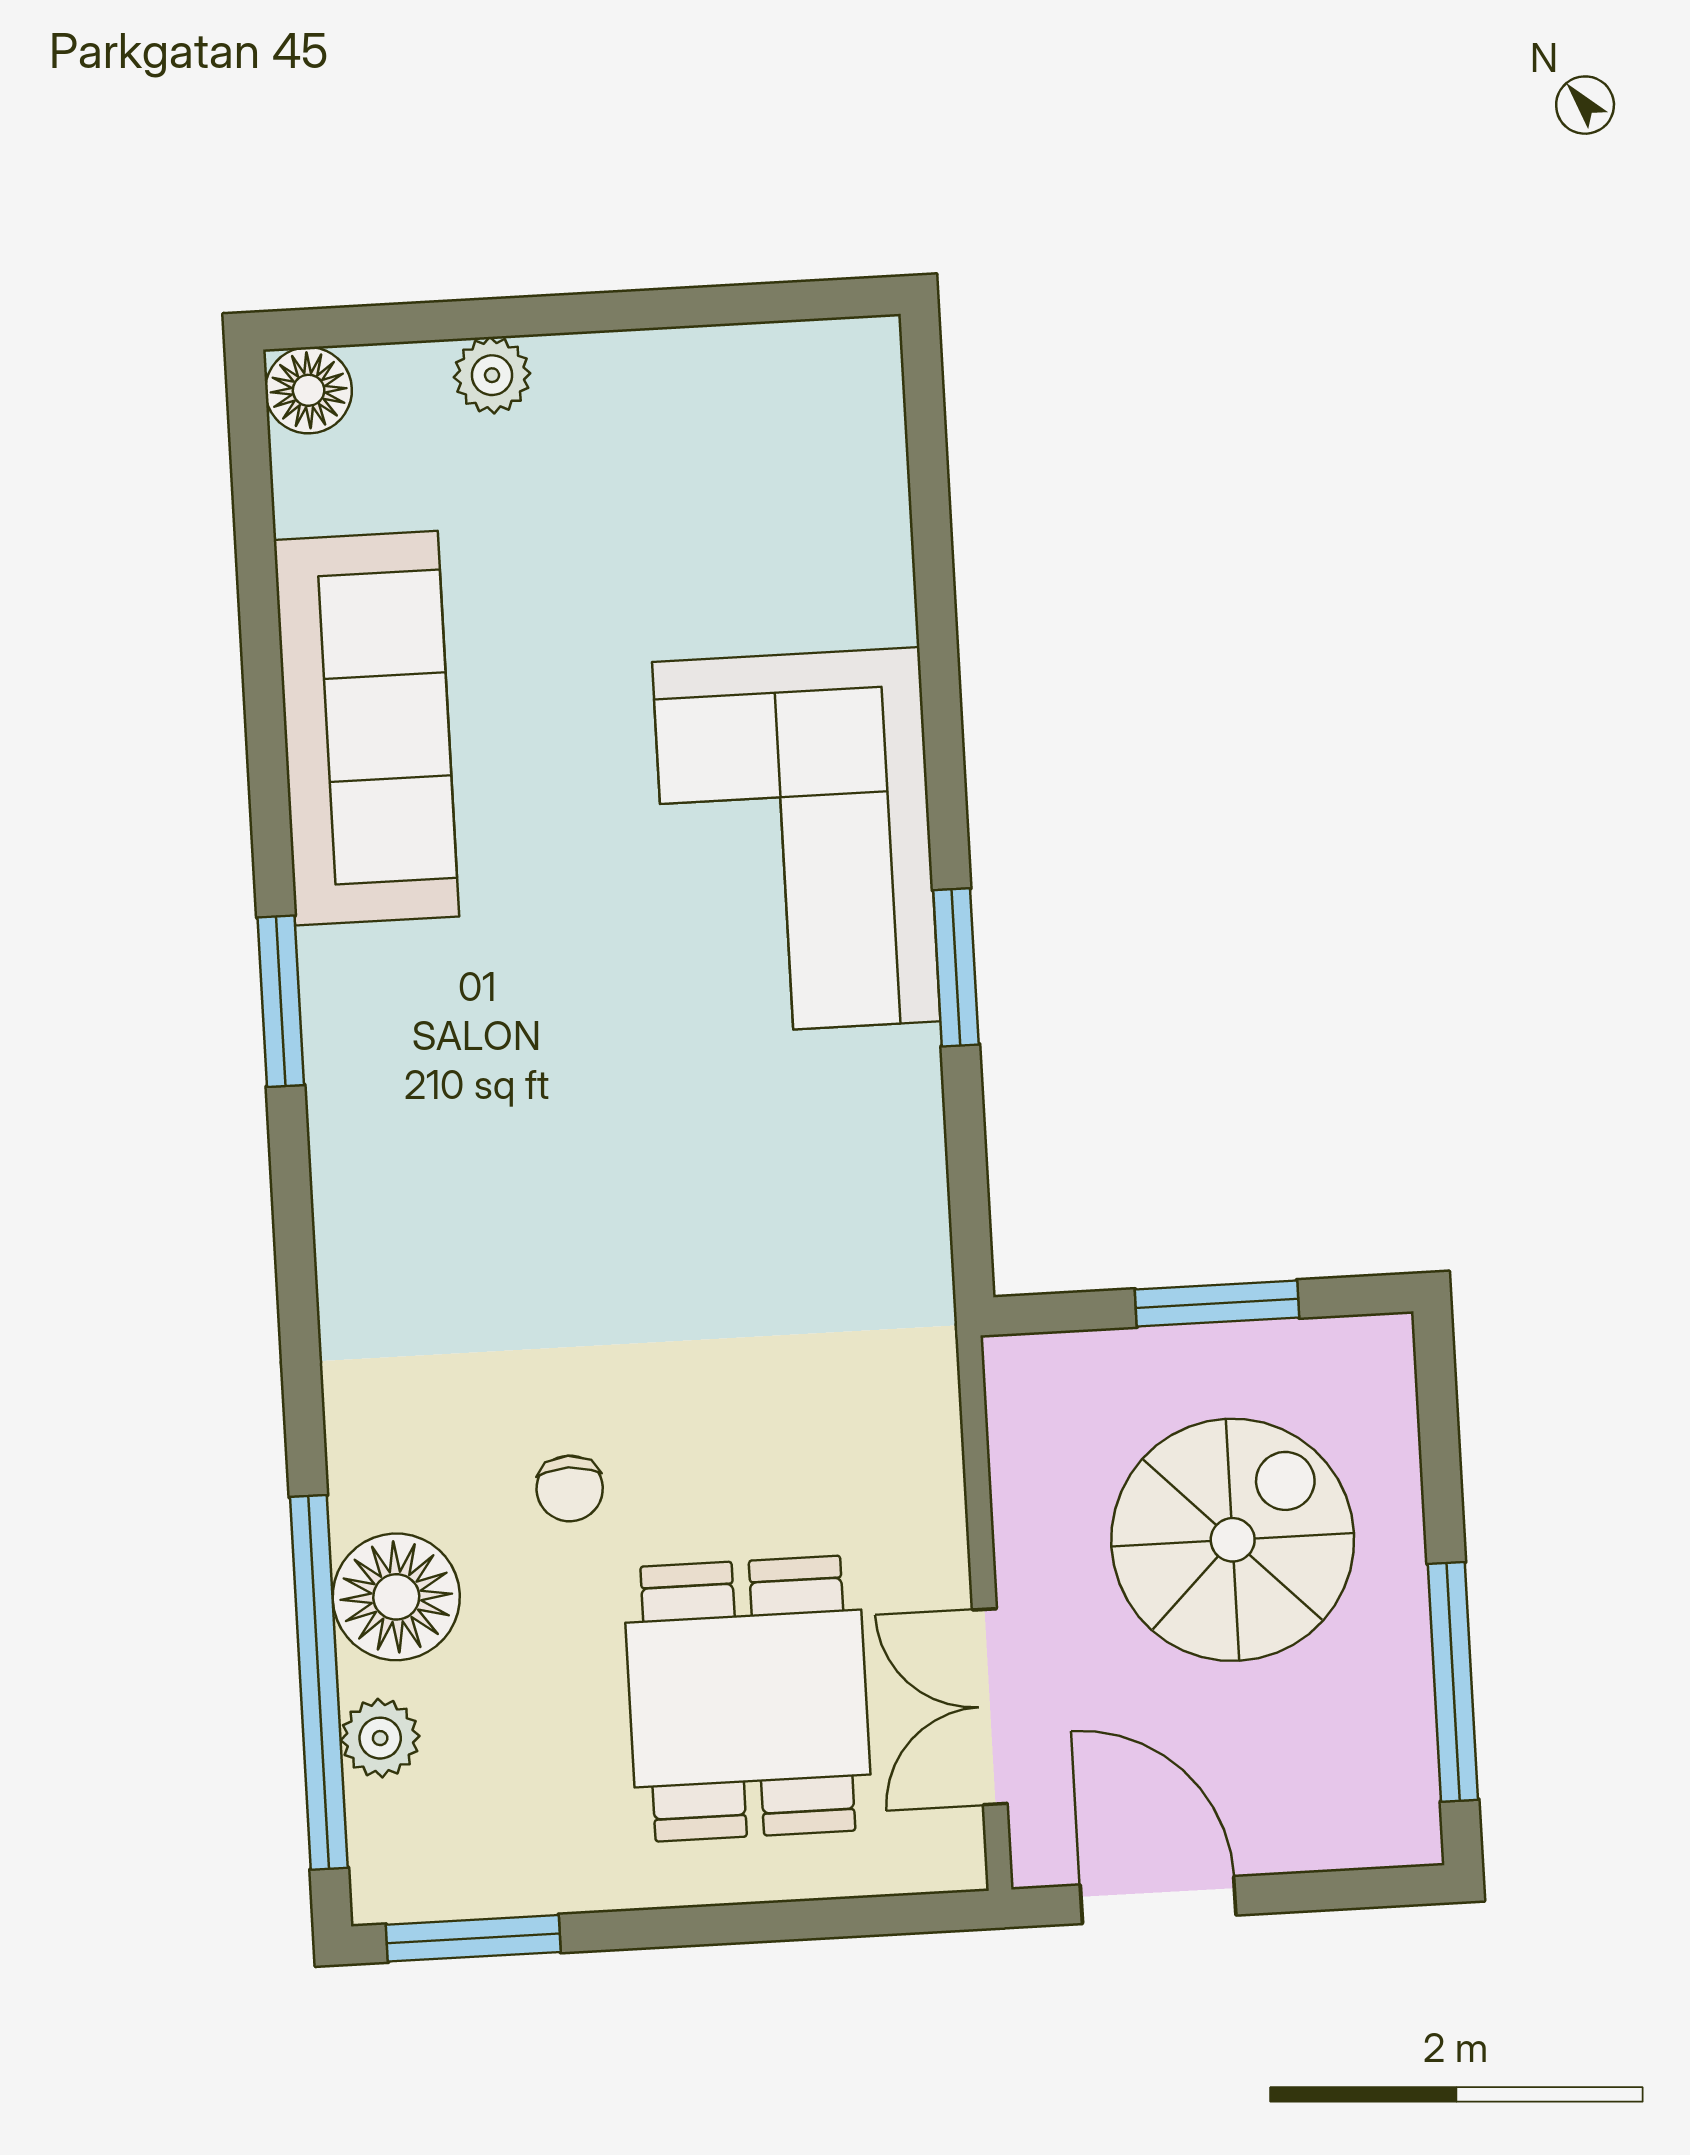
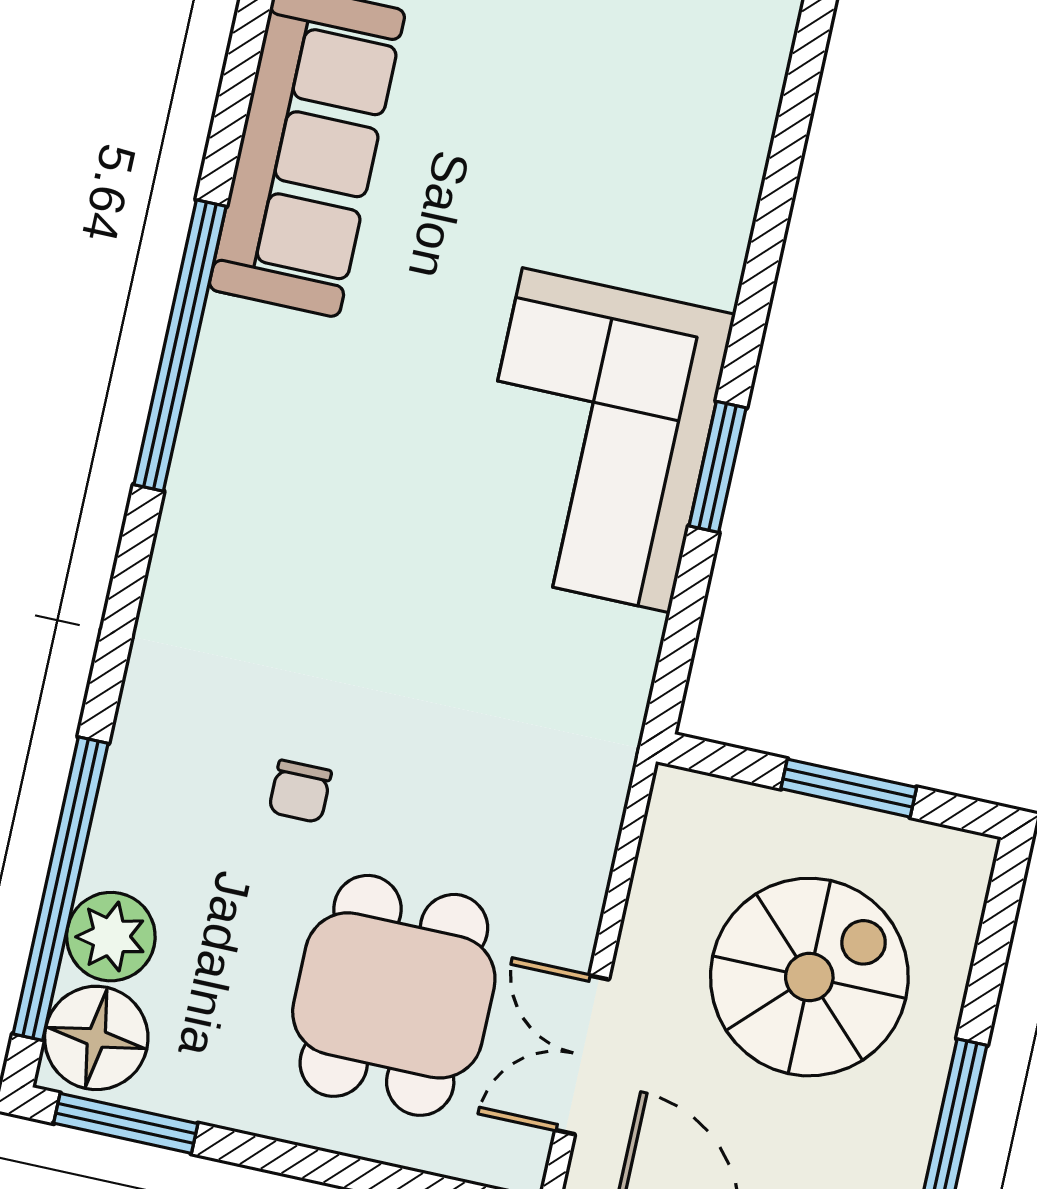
corner sofa: (796, 842) -> (596, 440), moved
window: (281, 1001) -> (180, 346), width x2.11
floor lamp: (396, 1597) -> (96, 1038), moved
plant: (380, 1738) -> (111, 937), width x1.38, depth x1.38

